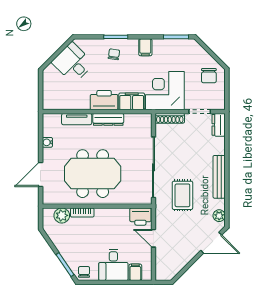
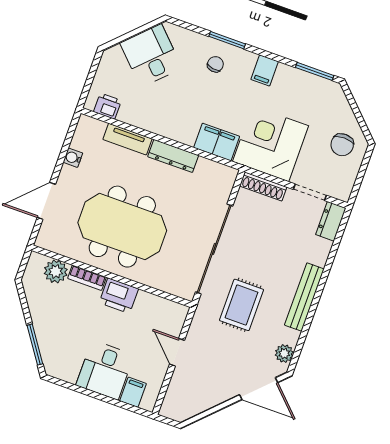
printer: (104, 100) -> (107, 106), moved, width x0.53, depth x0.68
printer: (140, 217) -> (119, 296), moved
chair: (84, 272) -> (59, 365), removed

